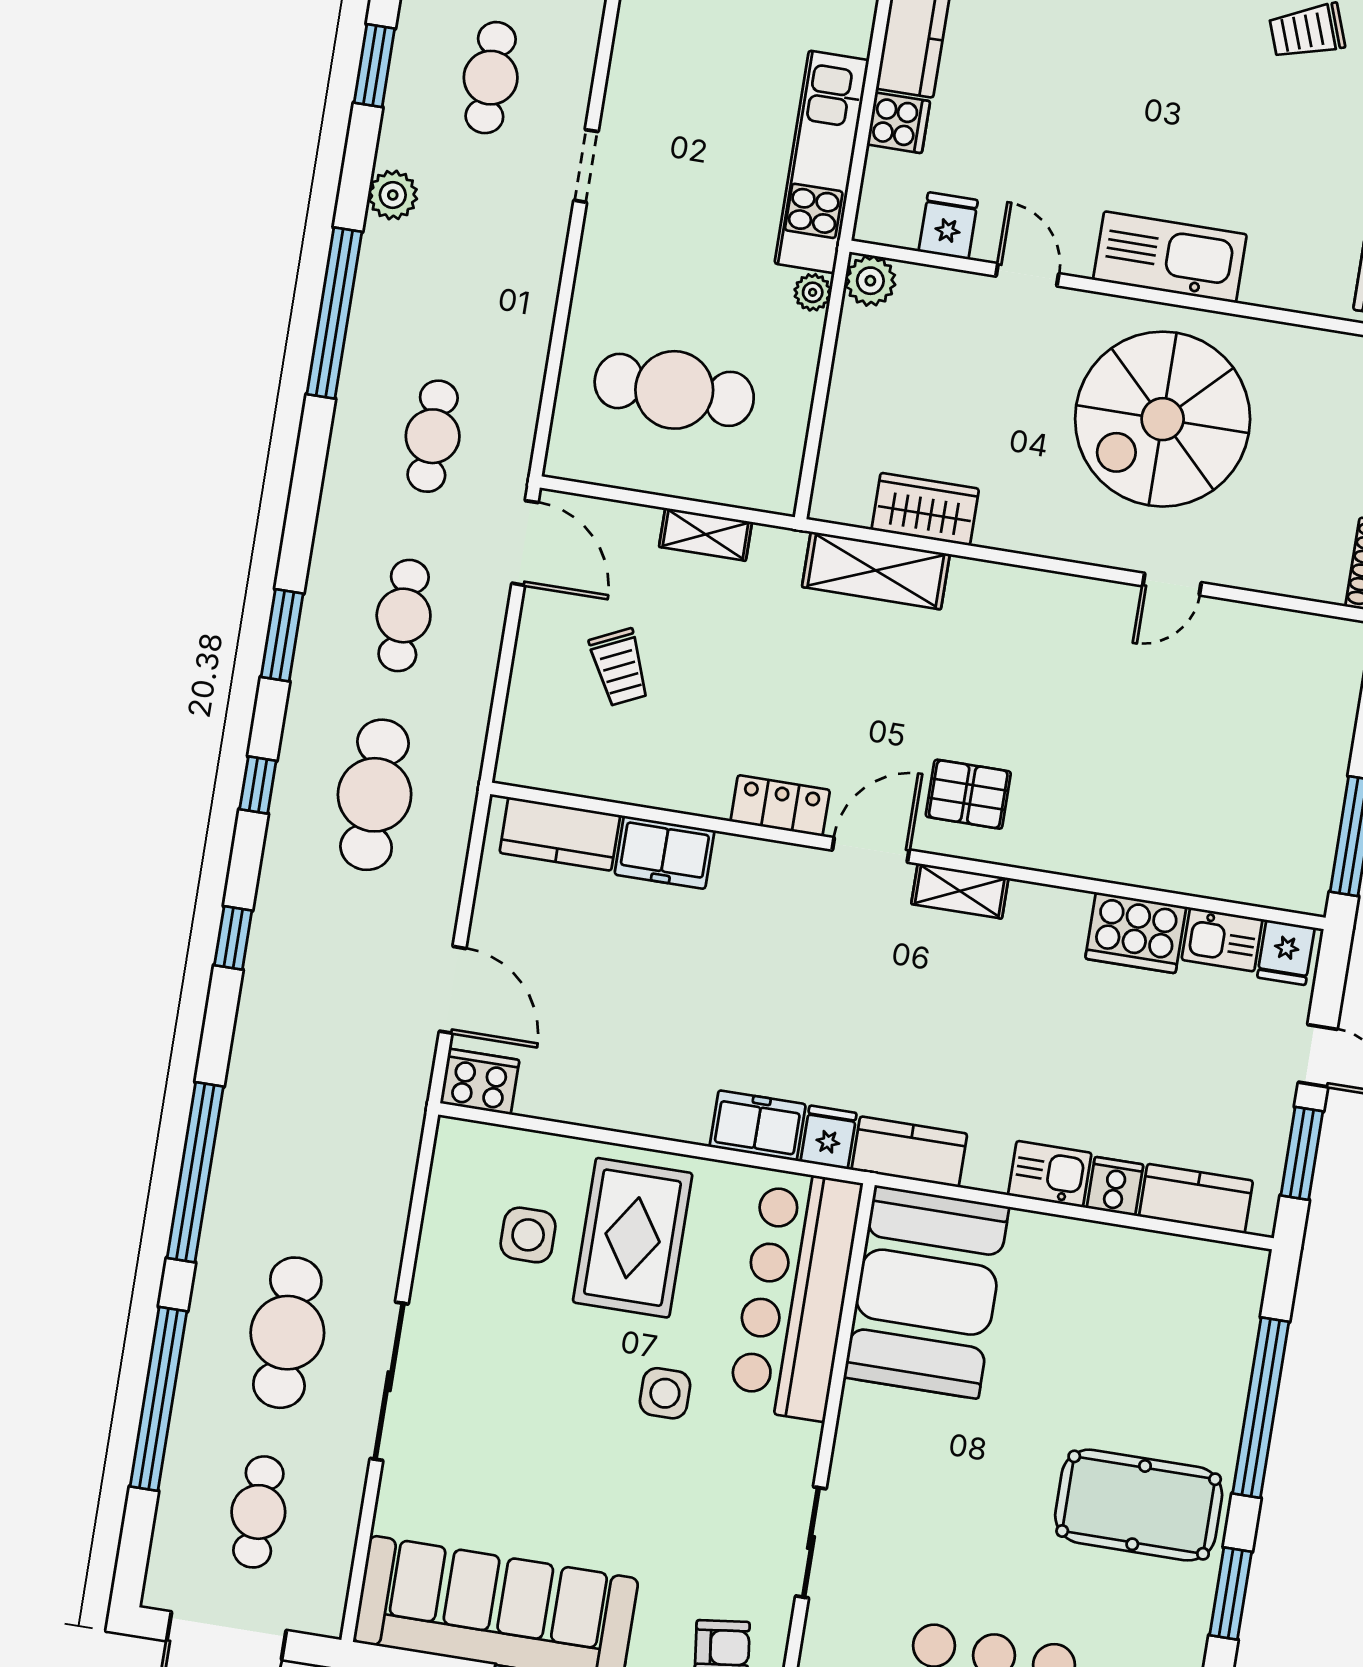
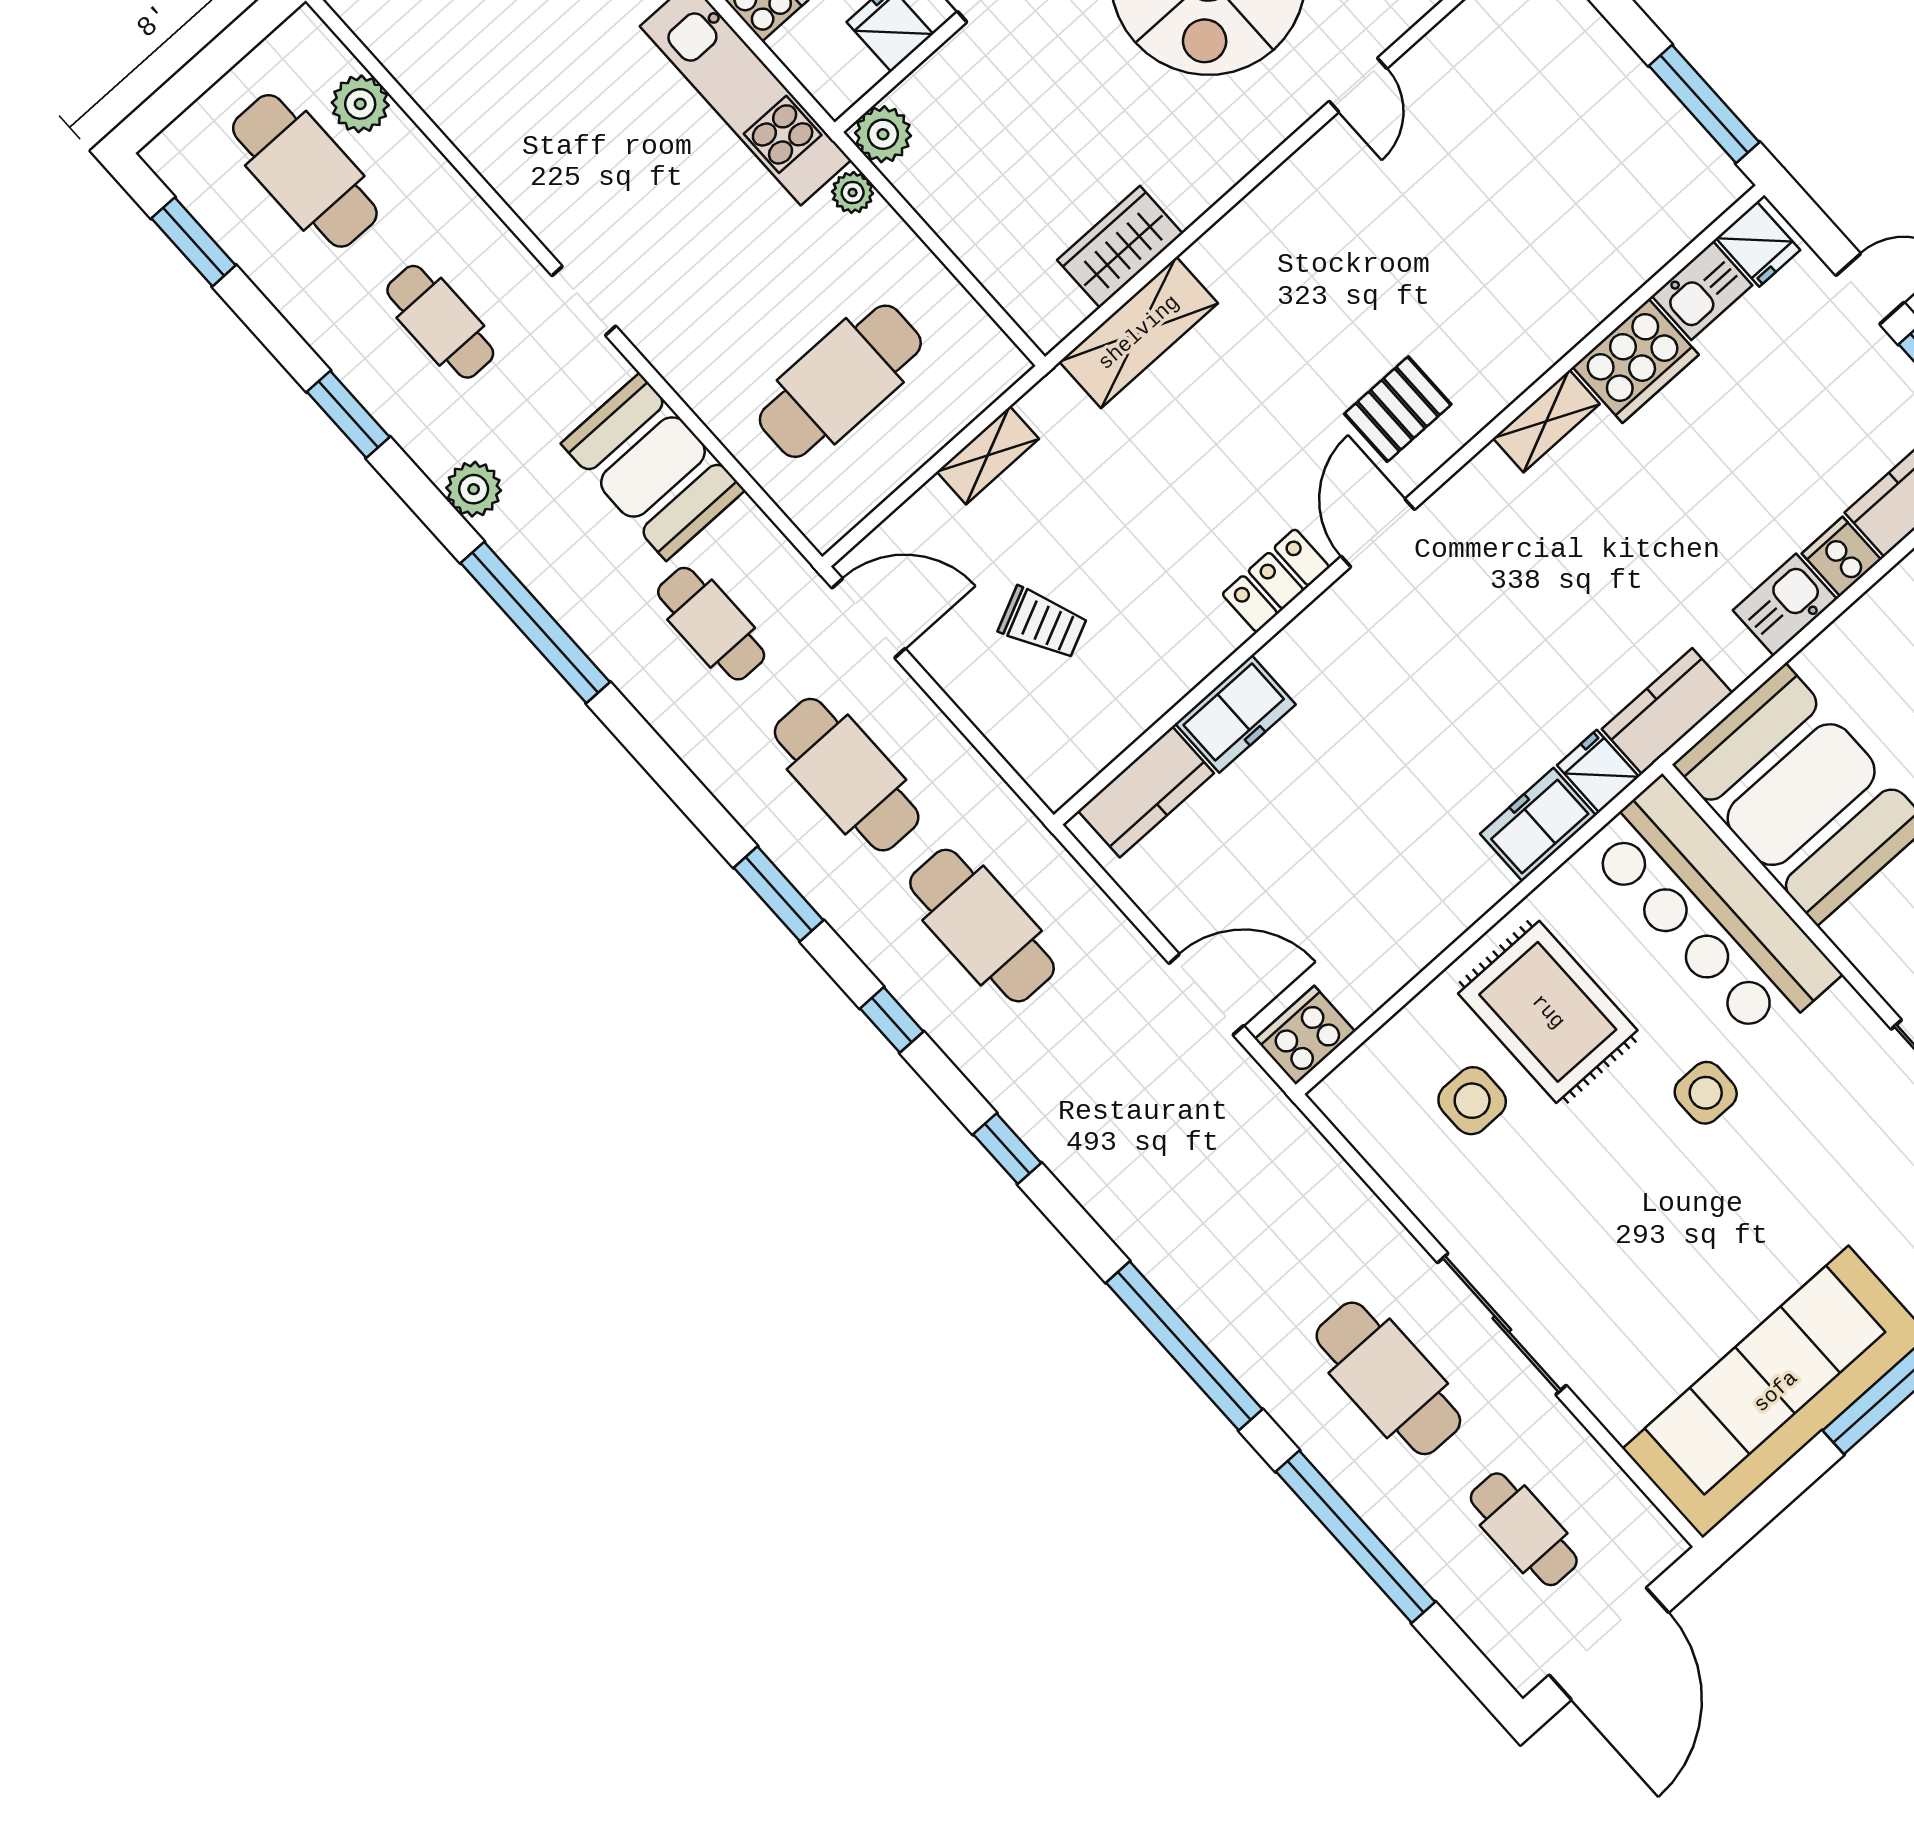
booth: (509, 308) -> (653, 467), added
cafe table: (404, 615) -> (847, 775), width x1.37, depth x1.35
shelving: (960, 891) -> (1546, 421), moved

